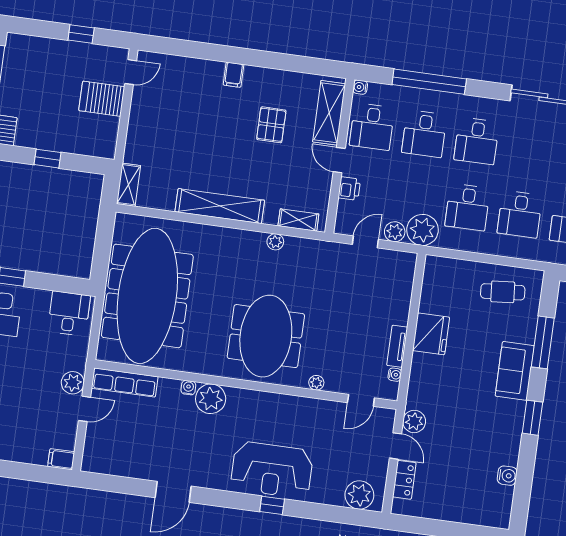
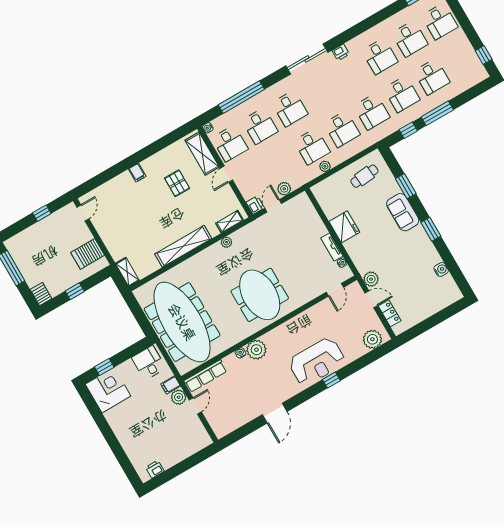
server rack: (102, 99) -> (88, 254), moved
door: (339, 160) -> (226, 174), hinge flipped
printer: (349, 189) -> (255, 205), moved
plant: (422, 230) -> (325, 166), moved, width x0.53, depth x0.53
window: (543, 342) -> (406, 186), width x0.69
plant: (316, 383) -> (305, 299), removed
filing cabinet: (61, 459) -> (171, 385), moved

